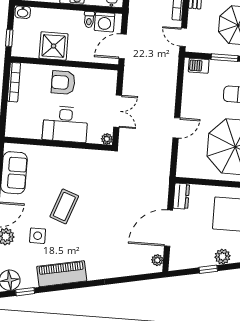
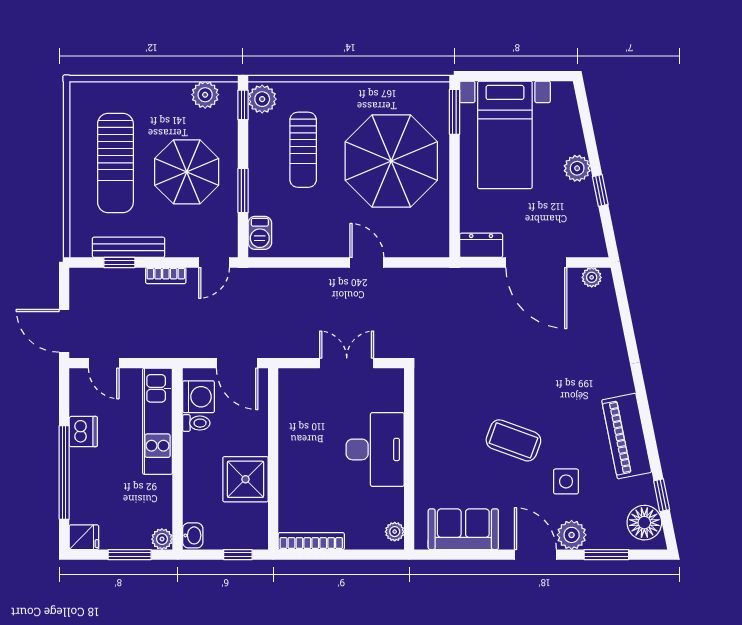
armchair: (63, 83) -> (306, 458), removed
plant: (107, 139) -> (395, 532), moved

